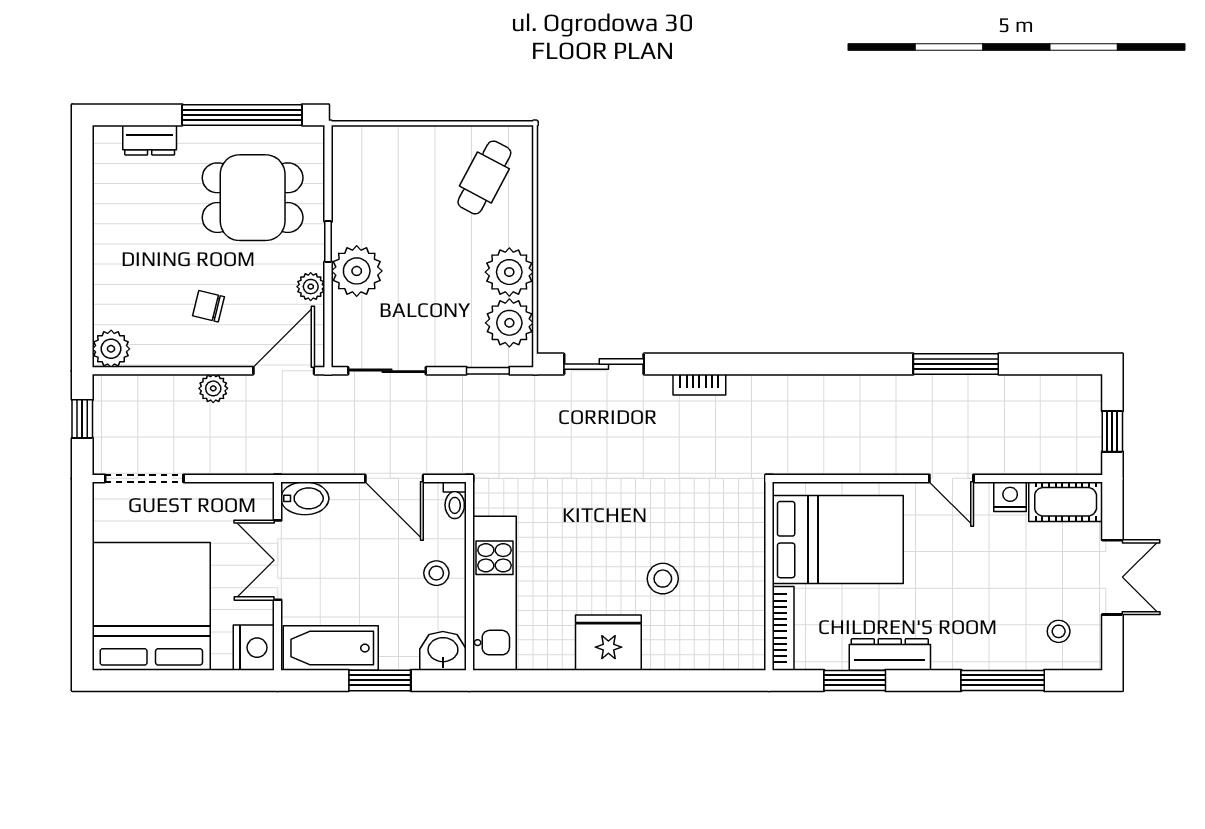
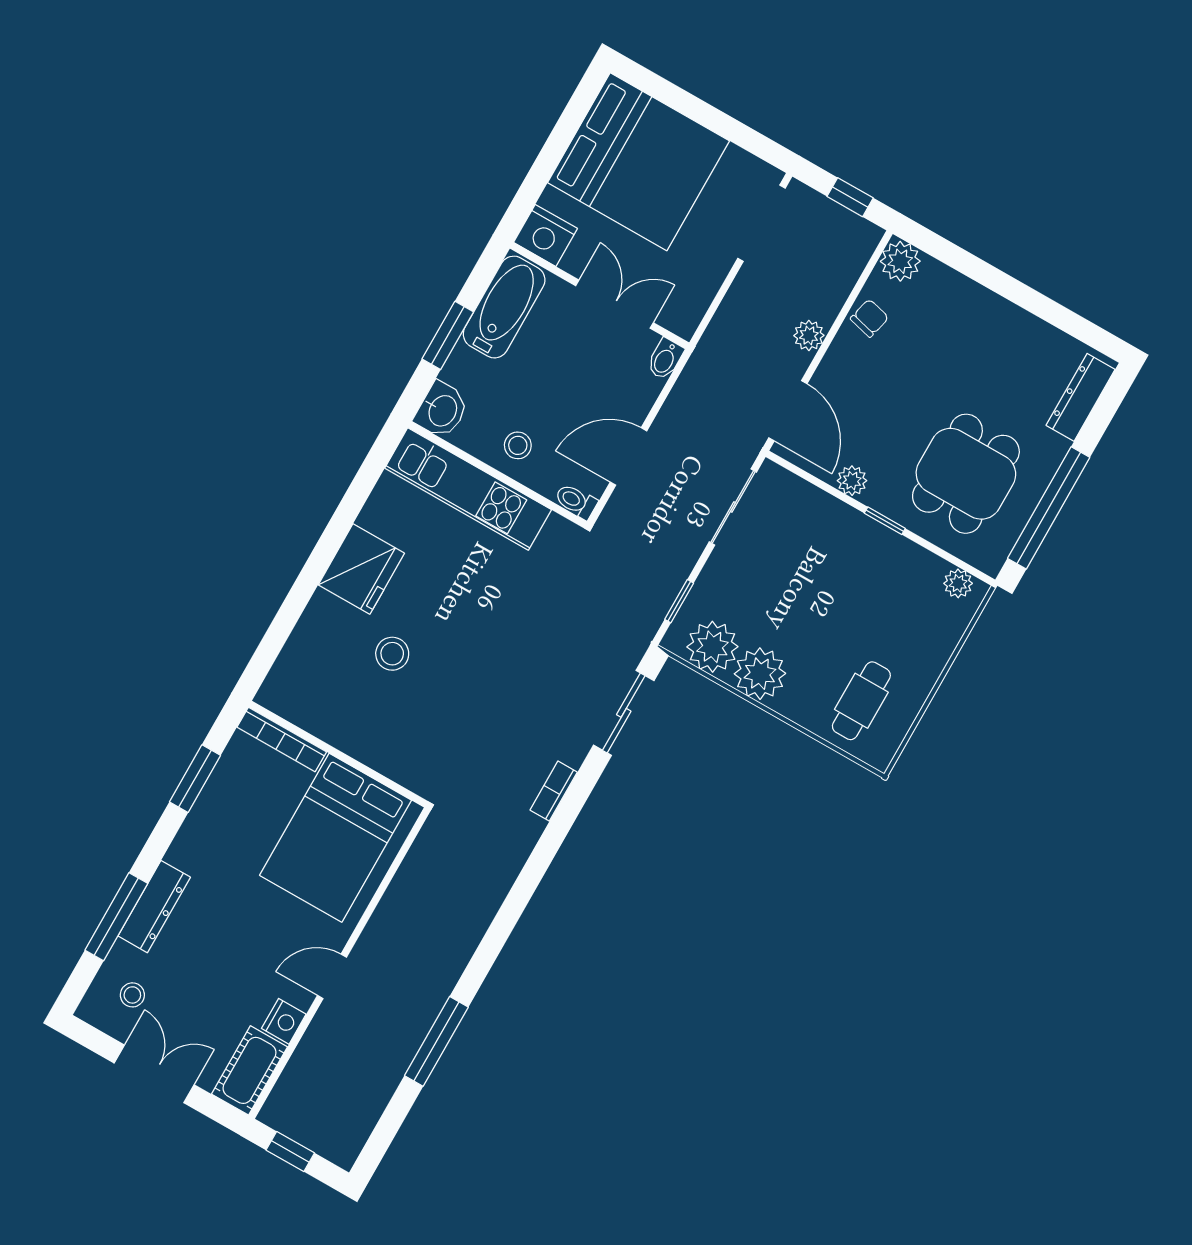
dresser: (150, 140) -> (1081, 397), width x1.44
cafe table: (484, 177) -> (861, 701), turned 62
plant: (357, 271) -> (958, 583), moved, width x0.53, depth x0.53
chair: (209, 306) -> (870, 318), moved
bidet: (305, 498) -> (665, 359), width x0.72, depth x0.74
double door: (1112, 577) -> (154, 1074), swing flipped
dresser: (890, 654) -> (154, 907), moved

